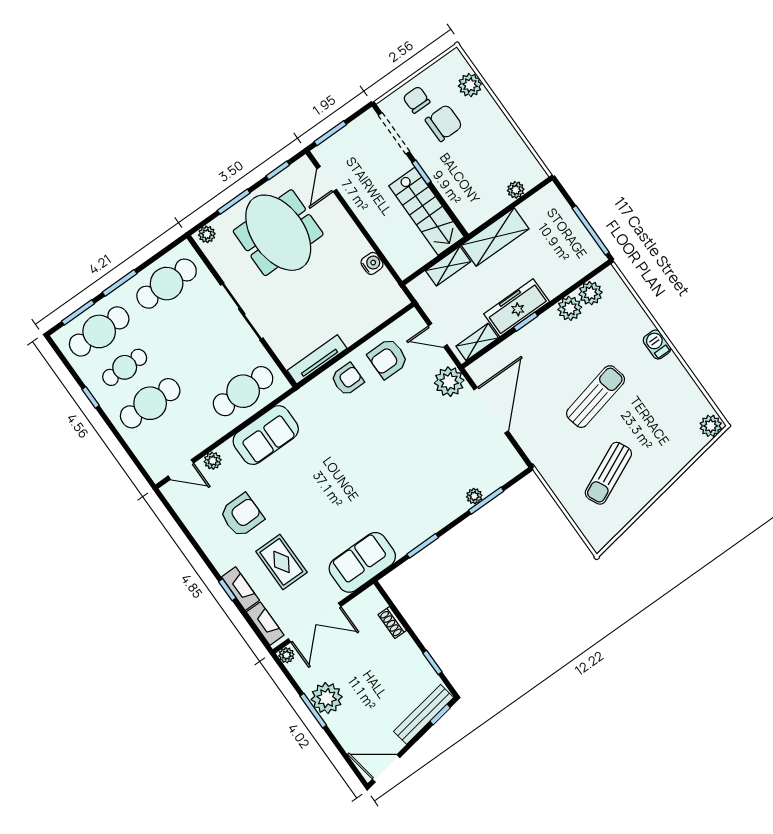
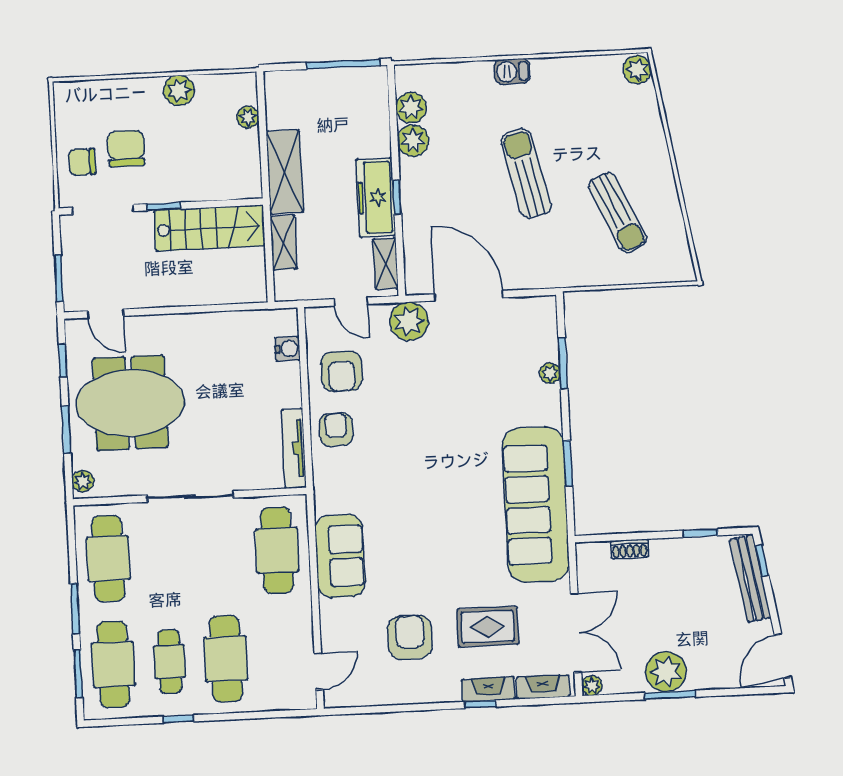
plant: (470, 85) -> (179, 90), moved
water cooler: (372, 263) -> (287, 349), moved, turned 90
door: (438, 335) -> (351, 302), hinge flipped
plant: (213, 461) -> (331, 631), removed
sofa: (362, 562) -> (536, 504), width x1.85, depth x1.27

